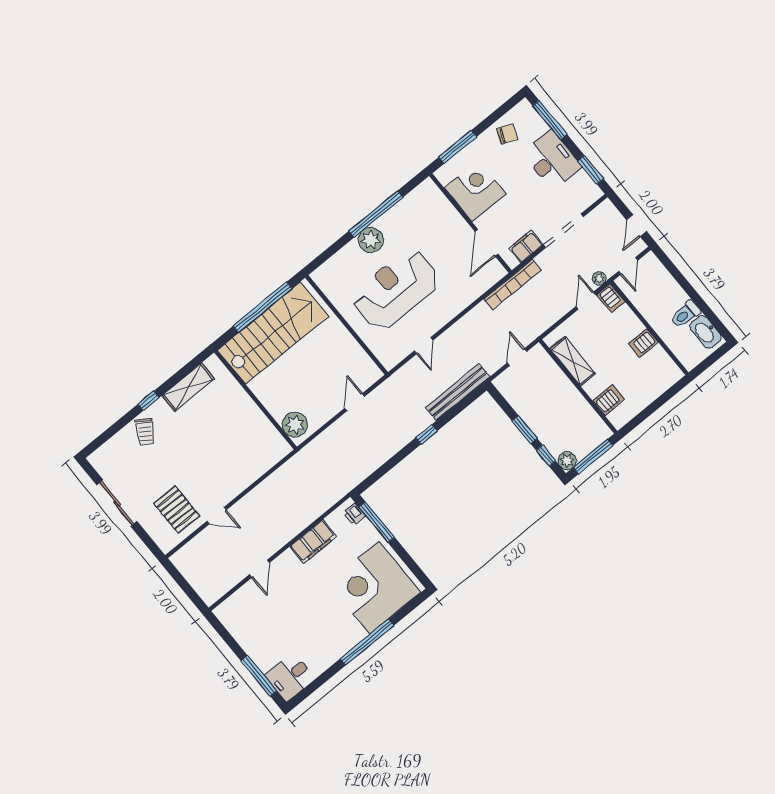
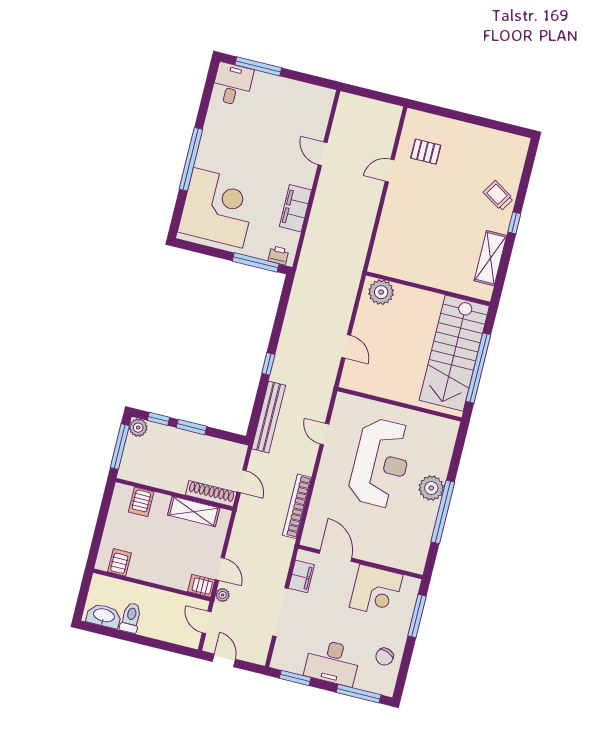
bookcase: (512, 285) -> (297, 506), moved
server rack: (644, 343) -> (119, 562), moved
shoe rack: (548, 365) -> (211, 494), added
sliding door: (117, 503) -> (478, 121), removed
pallet: (177, 510) -> (426, 152), width x0.67, depth x0.71

